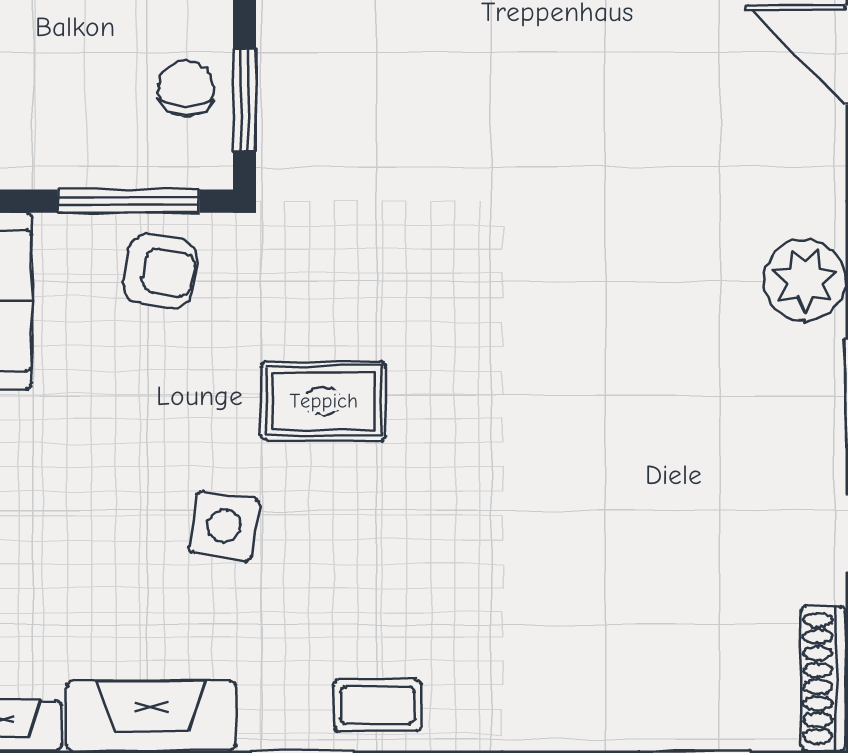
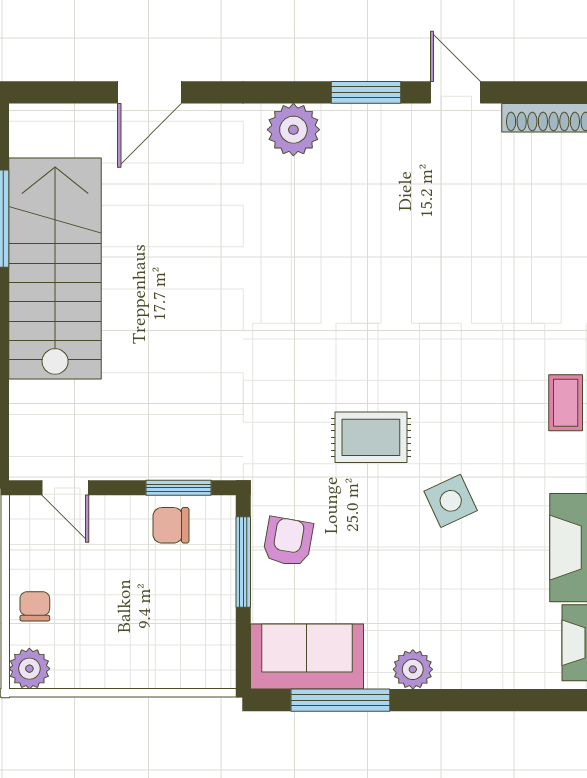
rug: (324, 401) -> (371, 437), turned 90
side table: (224, 526) -> (451, 501), turned -34

